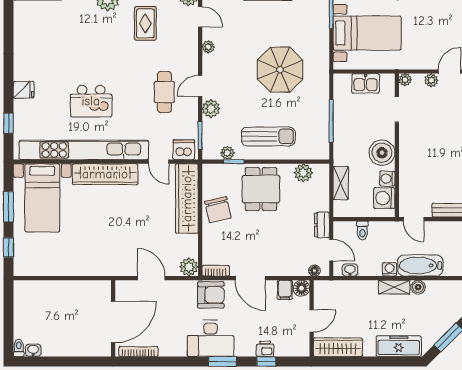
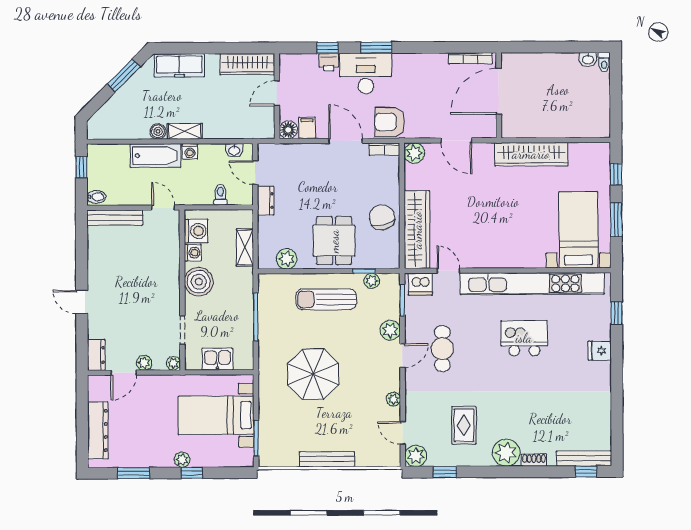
wardrobe: (105, 174) -> (531, 154), moved, turned 180
floor lamp: (314, 271) -> (274, 150), removed
desk: (211, 338) -> (366, 73), moved

